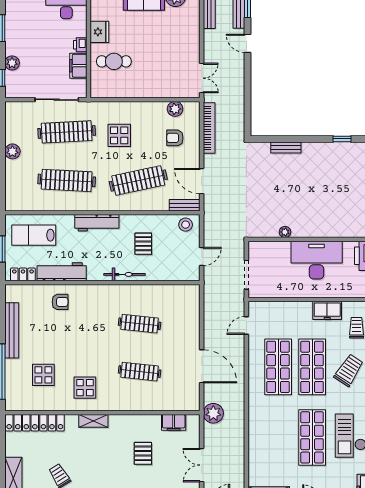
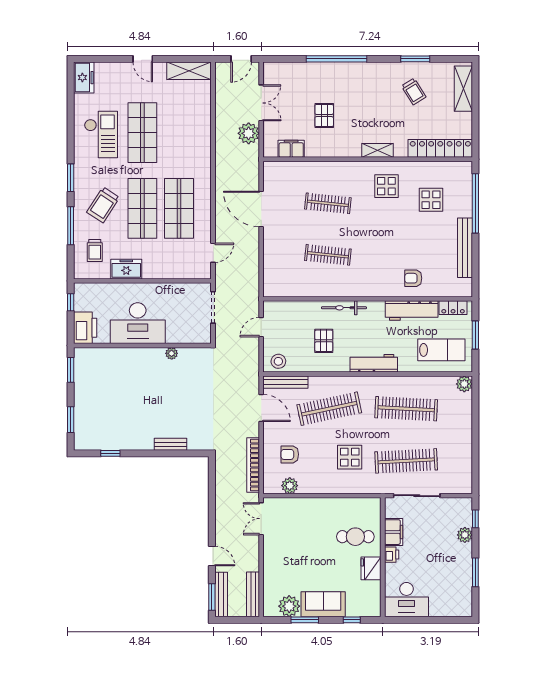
armchair: (175, 138) -> (290, 454), turned 180
plant: (12, 151) -> (464, 384), moved
bench: (185, 205) -> (285, 382), width x1.36
plant: (213, 413) -> (249, 133), moved

